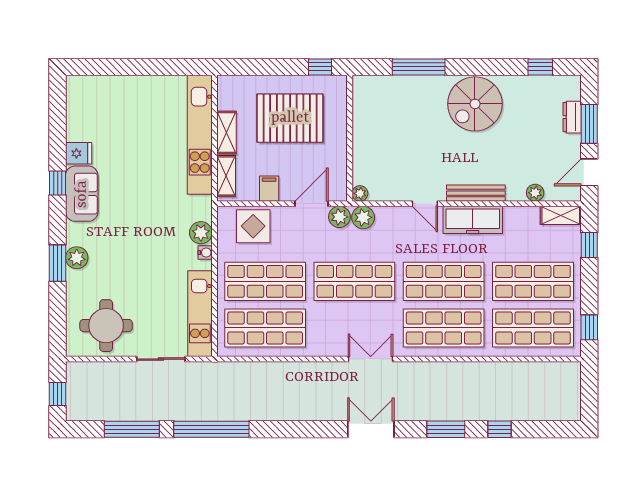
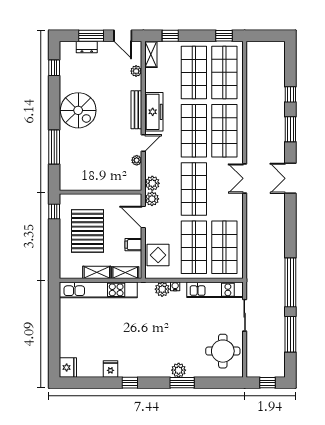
fridge: (81, 88) -> (68, 367), added
plant: (360, 193) -> (137, 160), moved
sofa: (82, 194) -> (137, 367), removed

